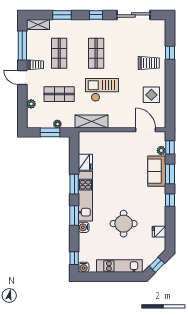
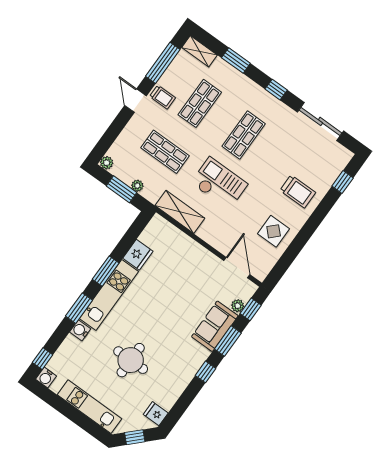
window: (170, 53) -> (343, 182), moved
plant: (31, 104) -> (107, 163), moved
fridge: (159, 232) -> (156, 414), moved

